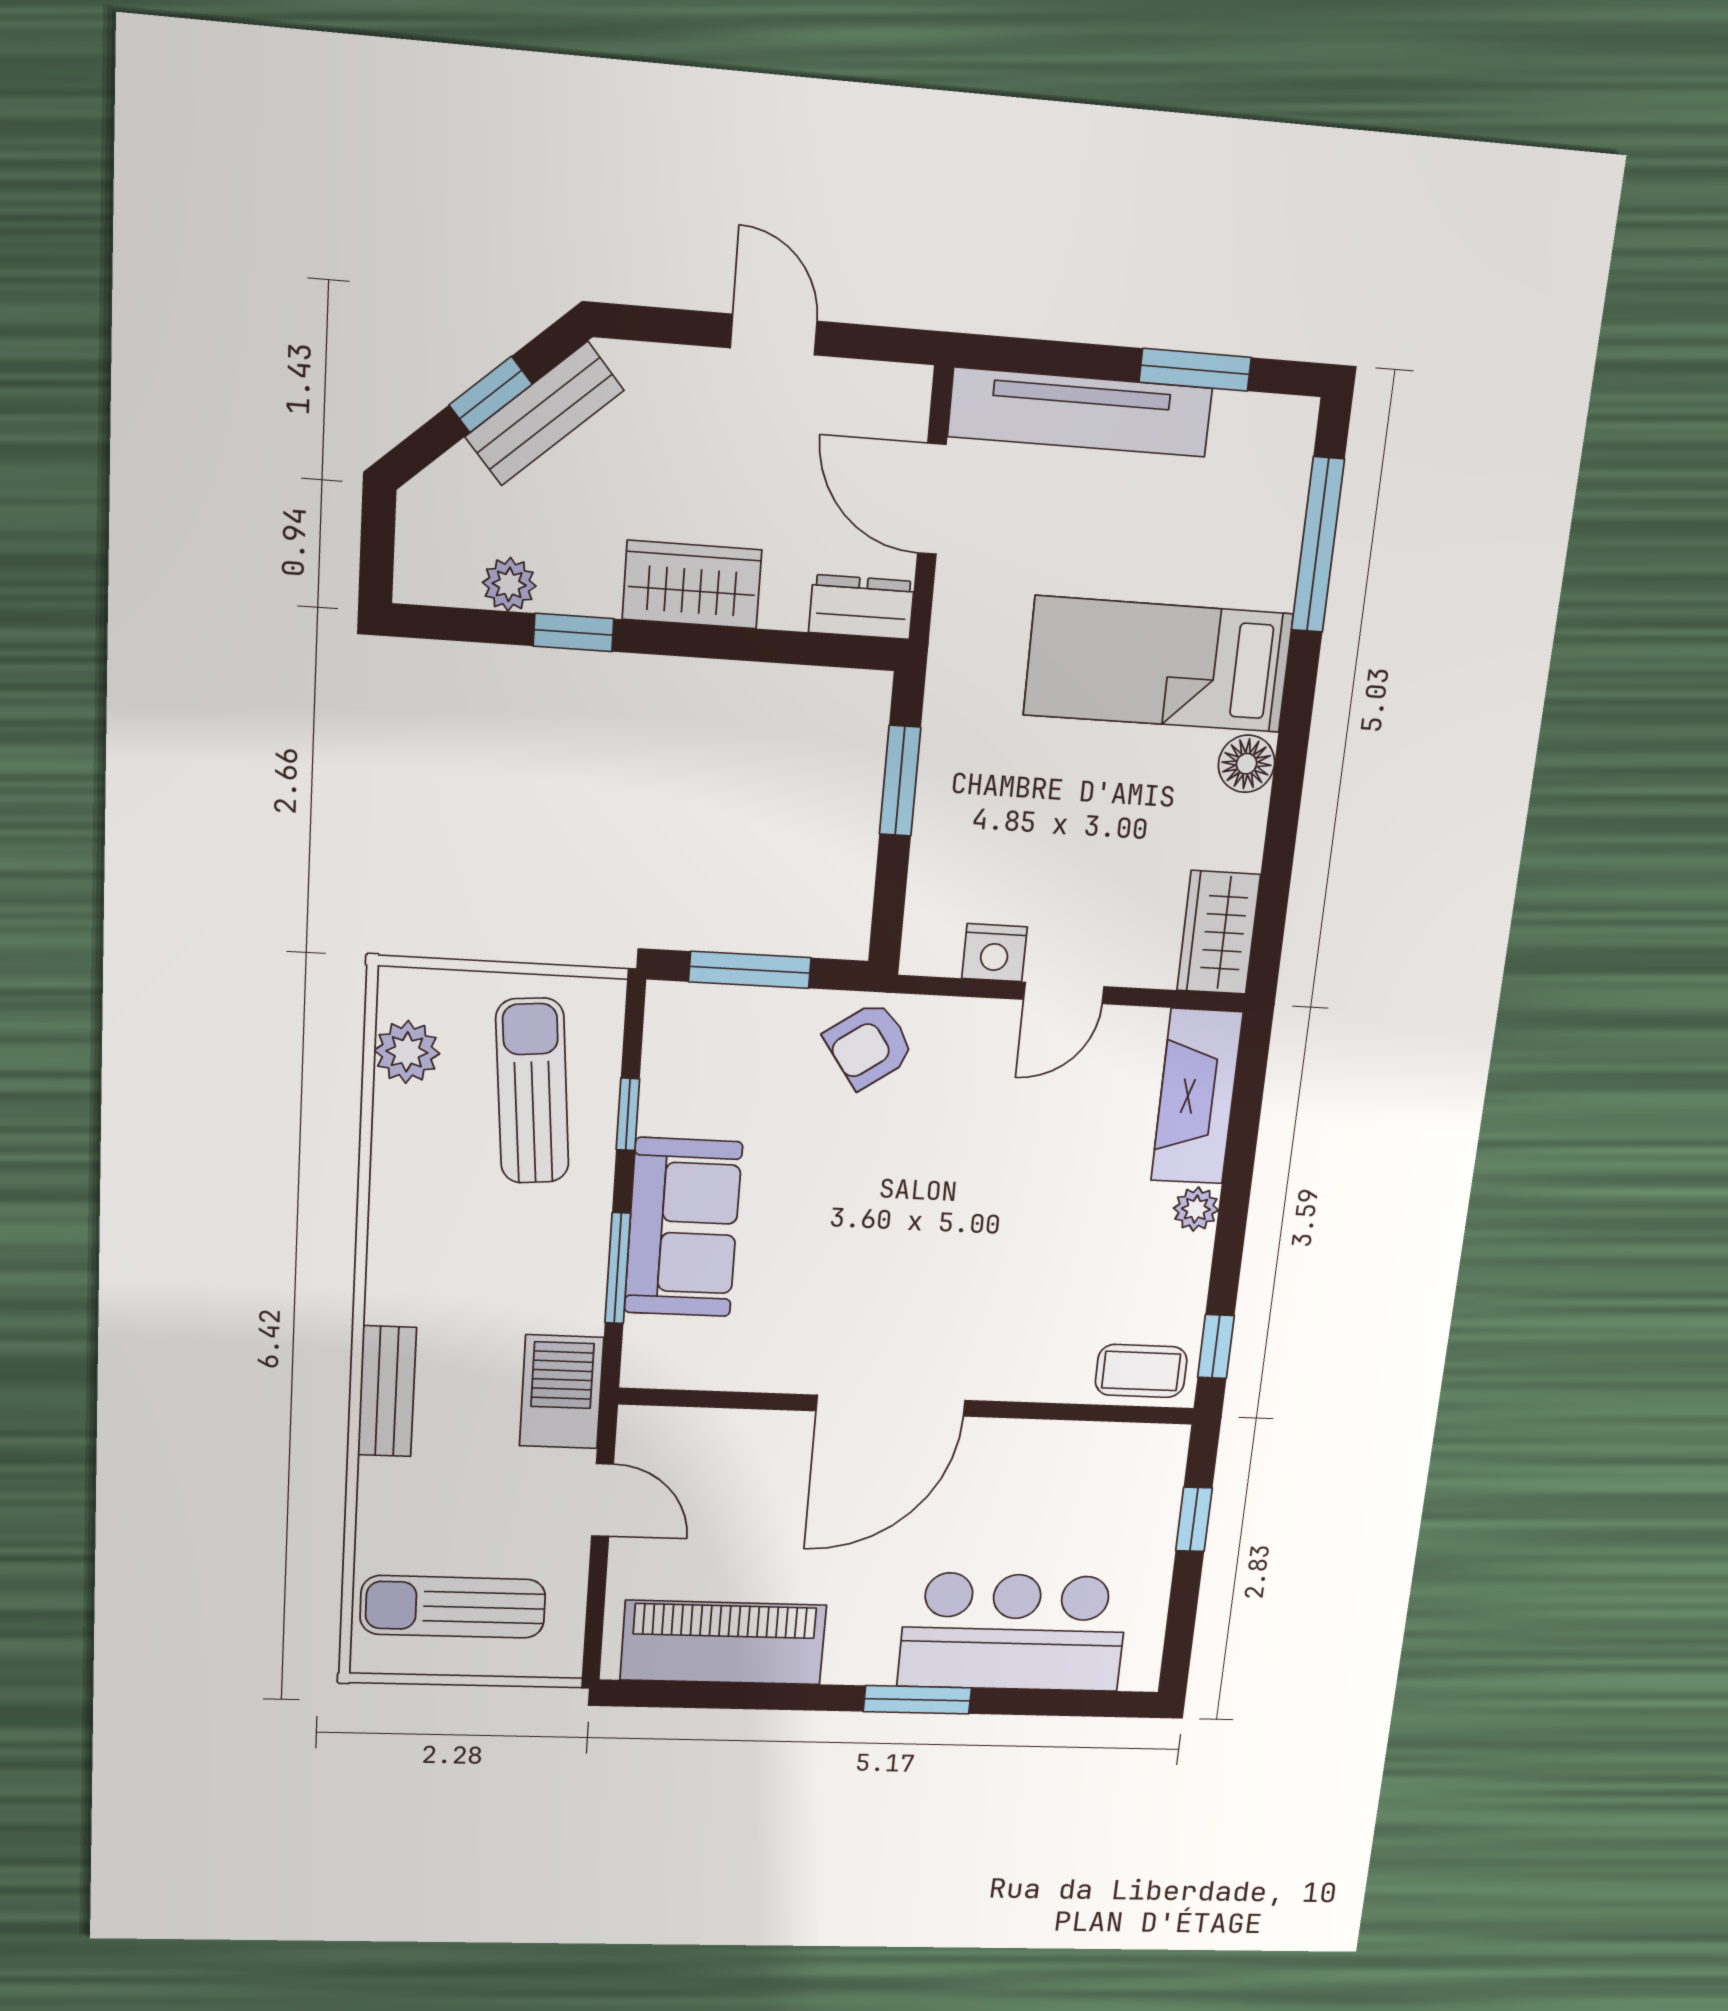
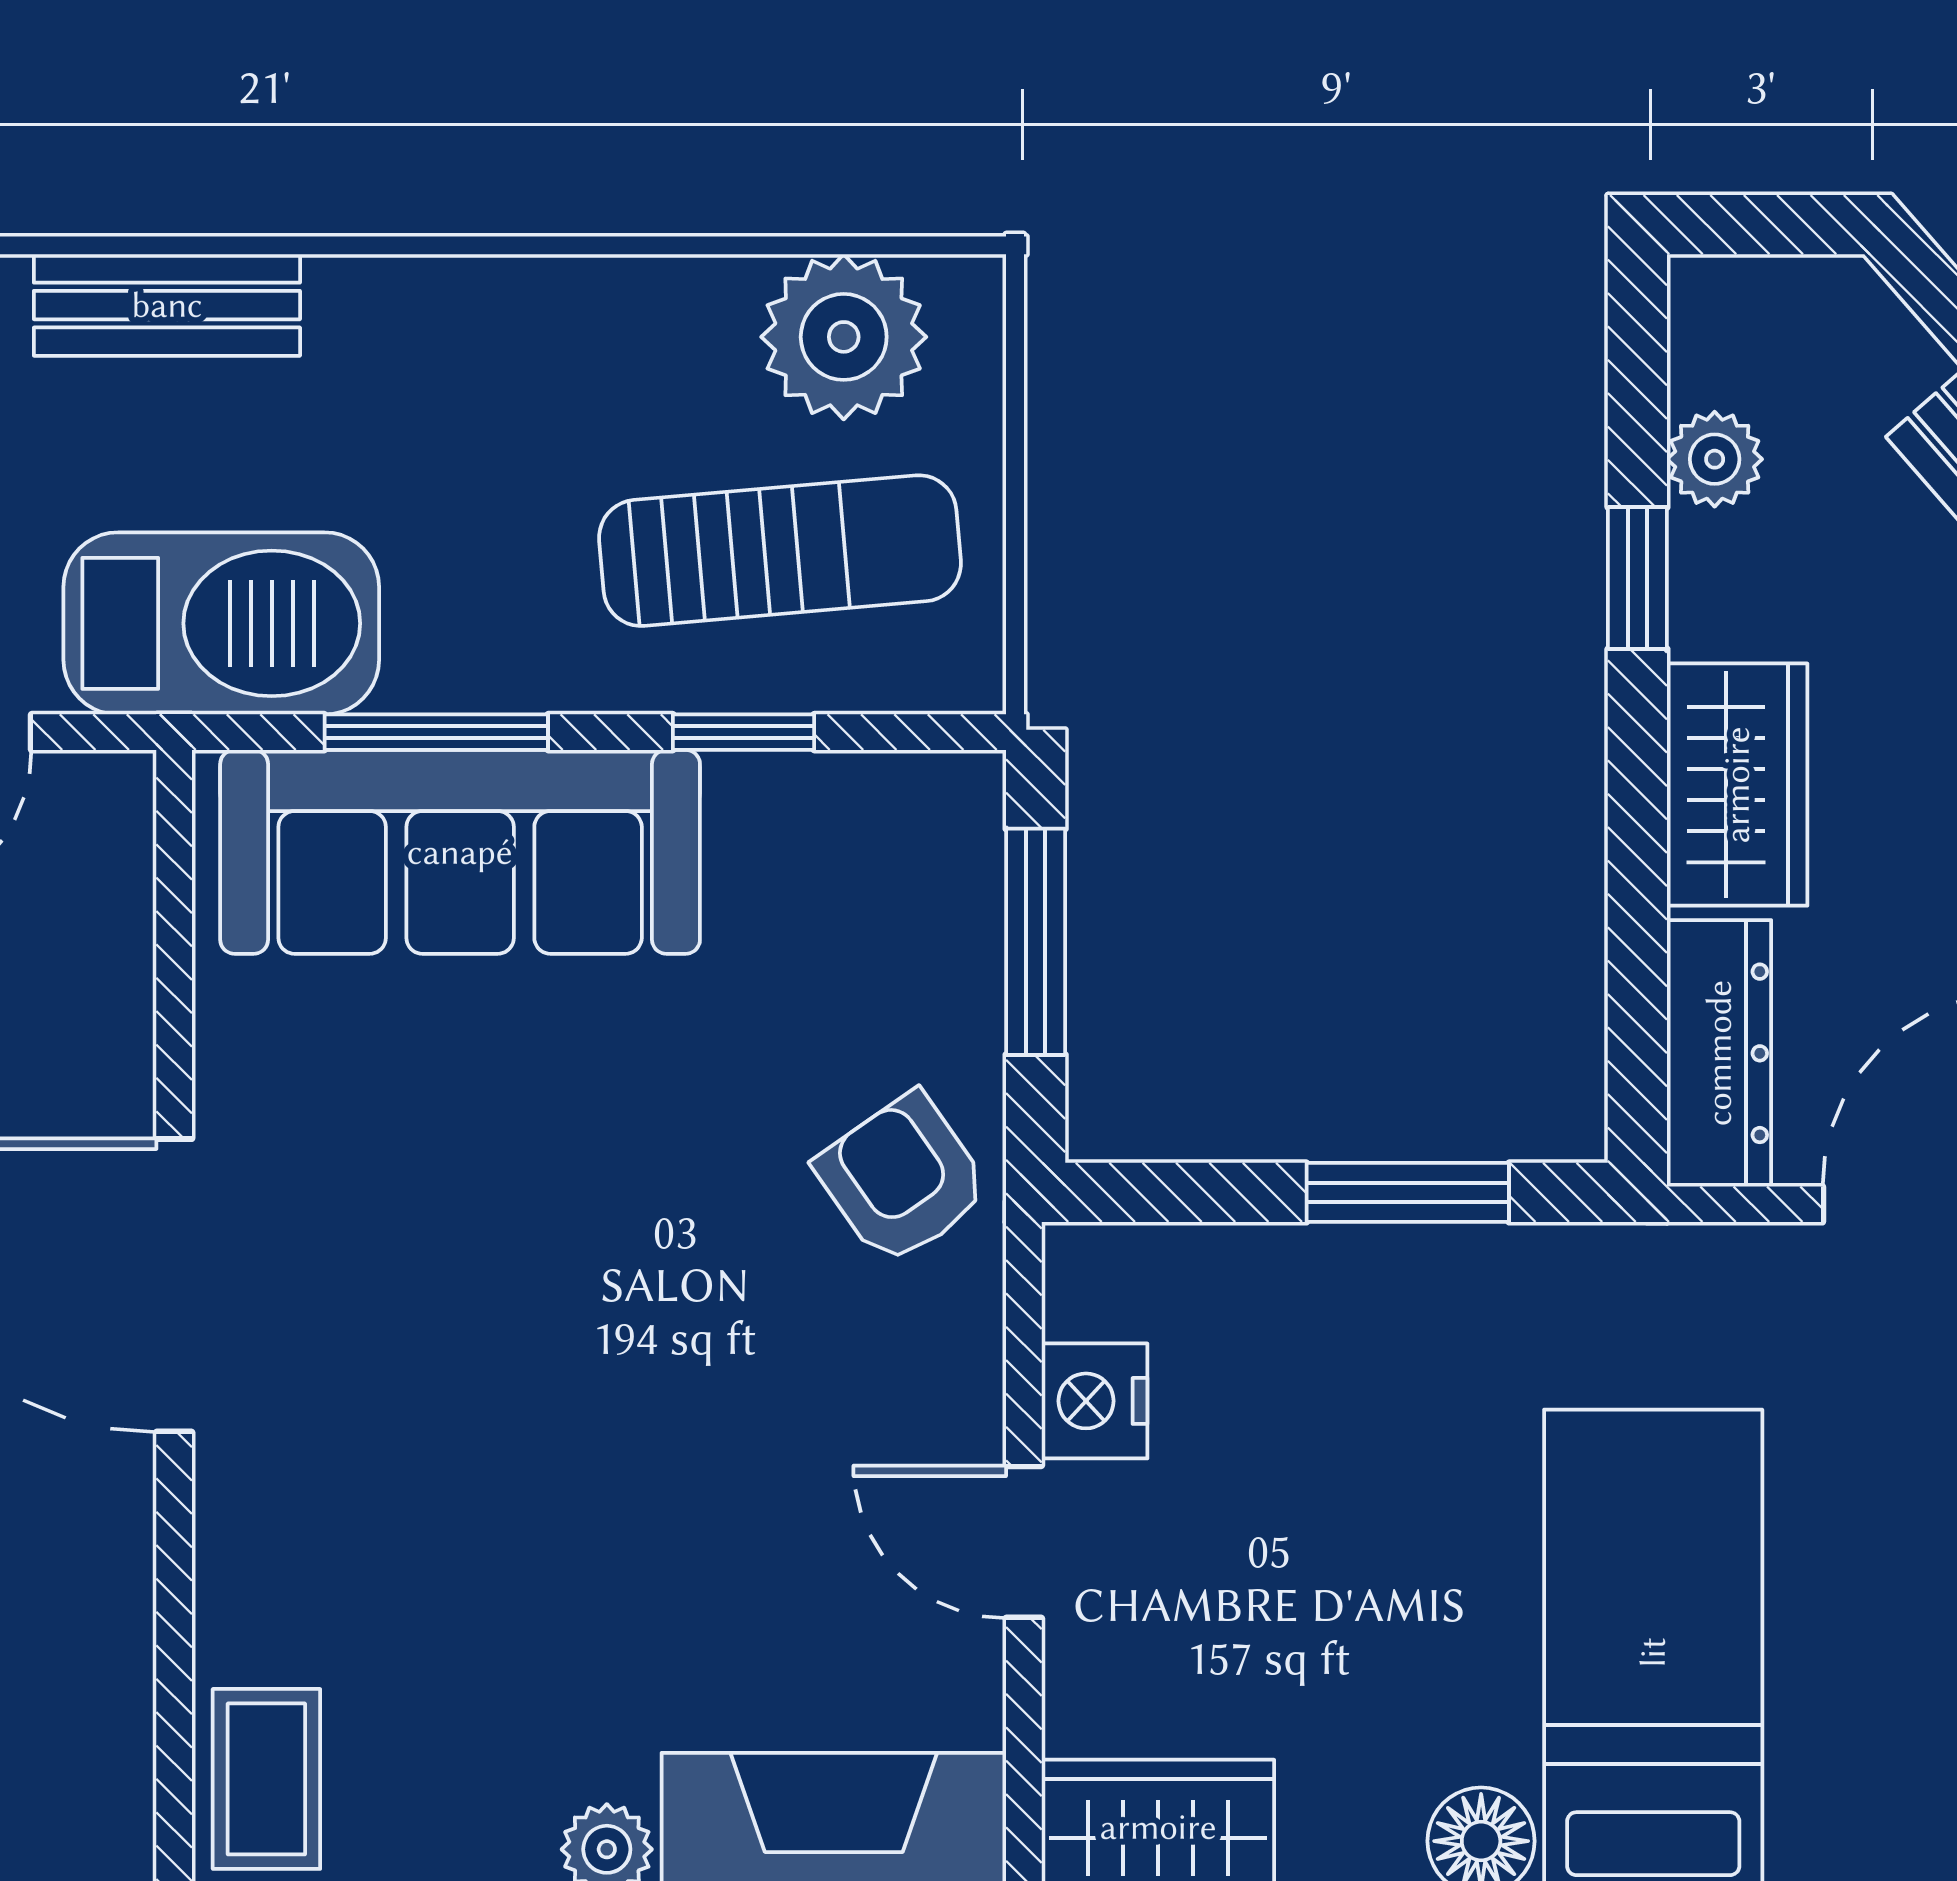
dresser: (862, 607) -> (1719, 1053), width x1.44
plant: (407, 1052) -> (844, 337), width x1.36, depth x1.36
sofa: (683, 1228) -> (460, 852), width x1.36
barbecue: (561, 1392) -> (221, 623), width x1.37, depth x1.21

